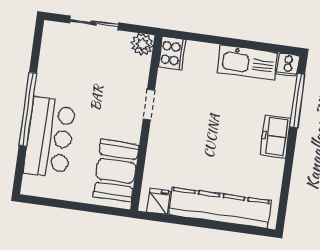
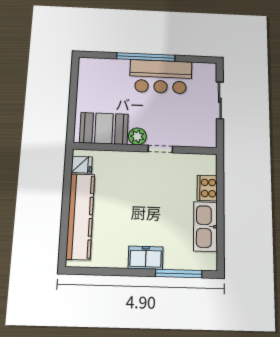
plant: (142, 45) -> (137, 136), moved
cooker: (172, 53) -> (207, 188), moved, turned 90
cooker: (288, 65) -> (208, 262), removed
bar counter: (50, 137) -> (161, 77), moved

